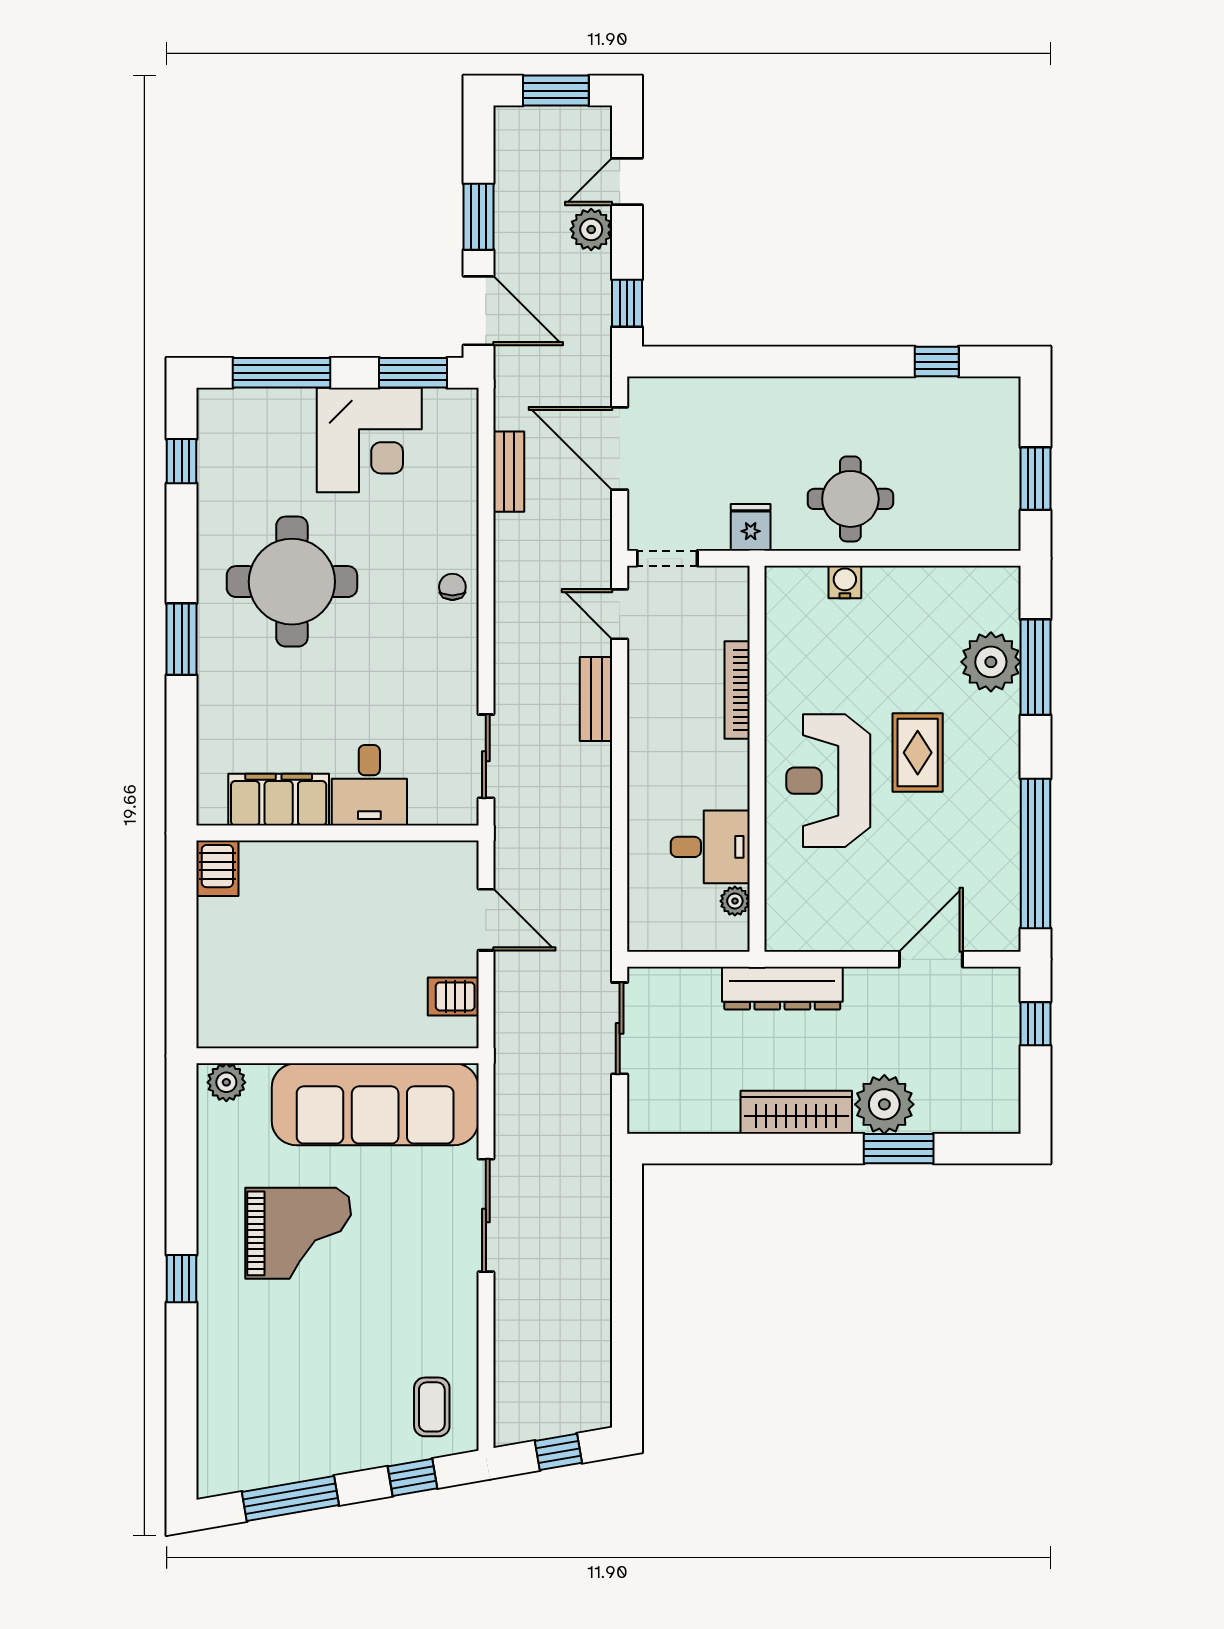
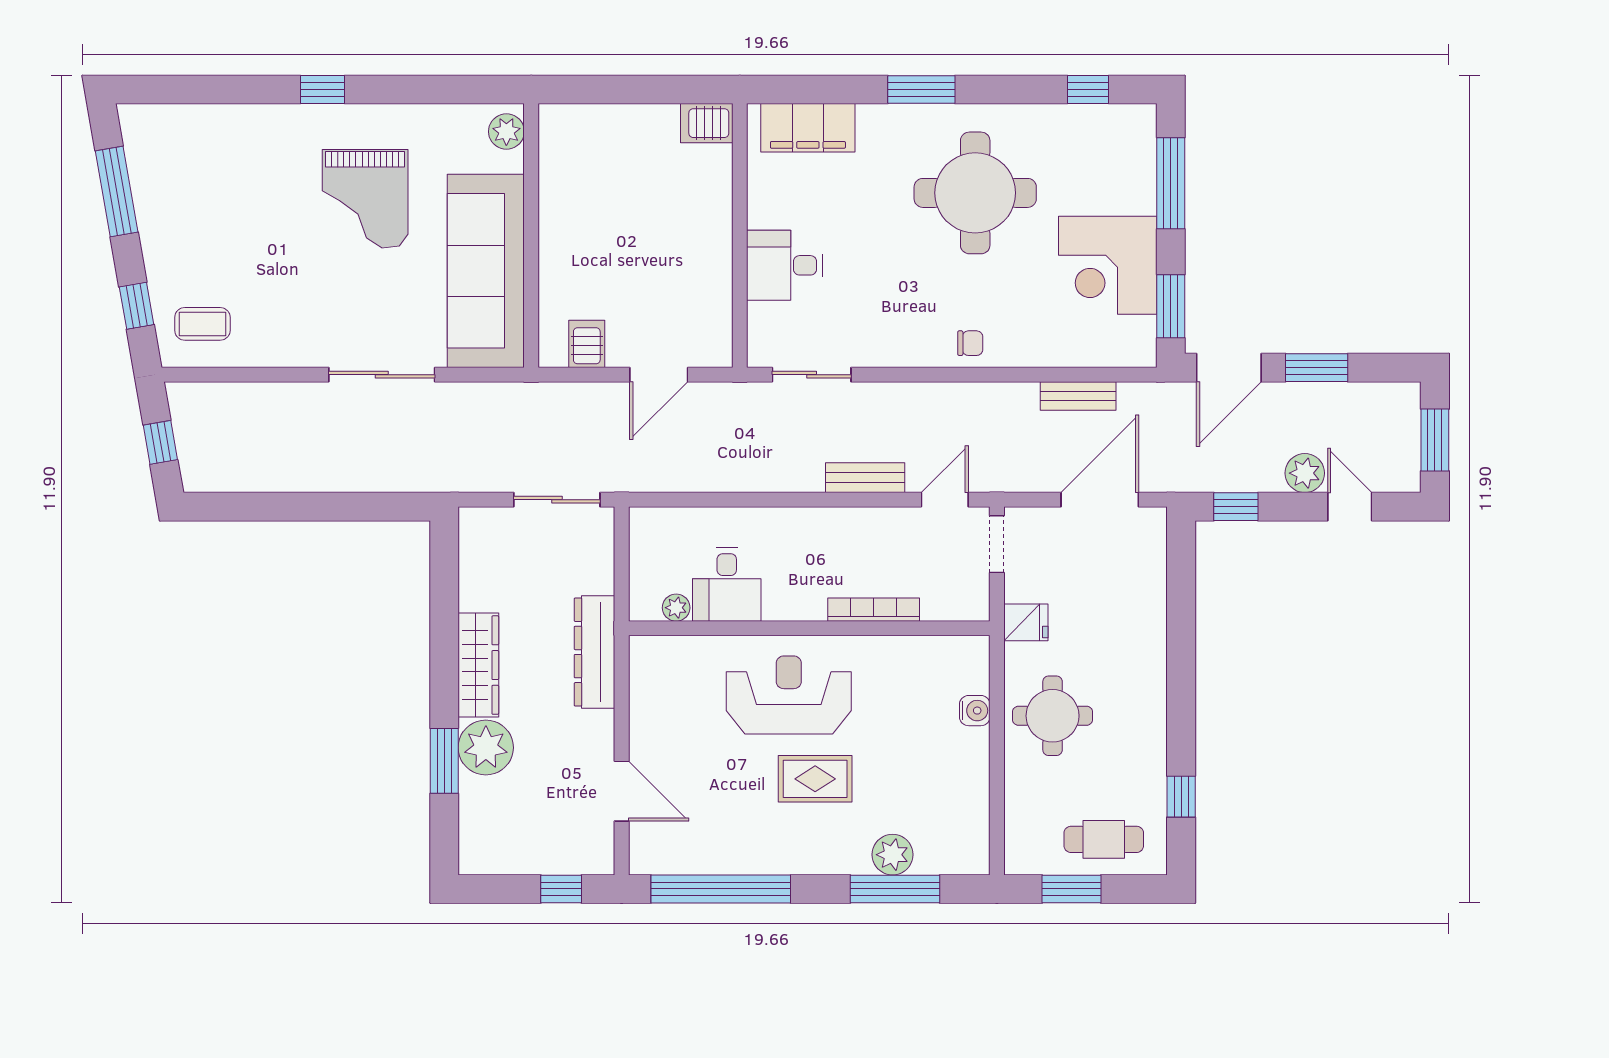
cafe table: (982, 444) -> (1104, 839), added
plant: (991, 662) -> (893, 855), width x0.73, depth x0.73
filing cabinet: (279, 800) -> (808, 128), moved, turned 90

